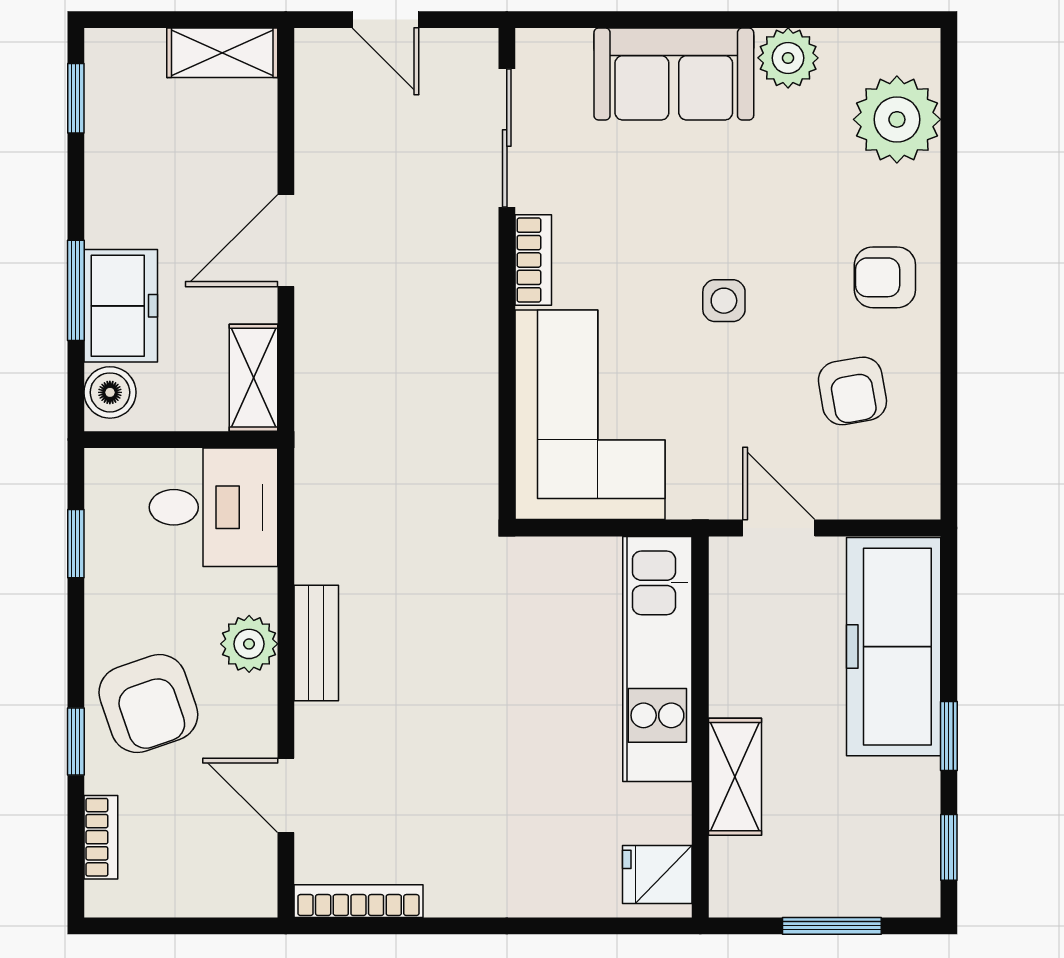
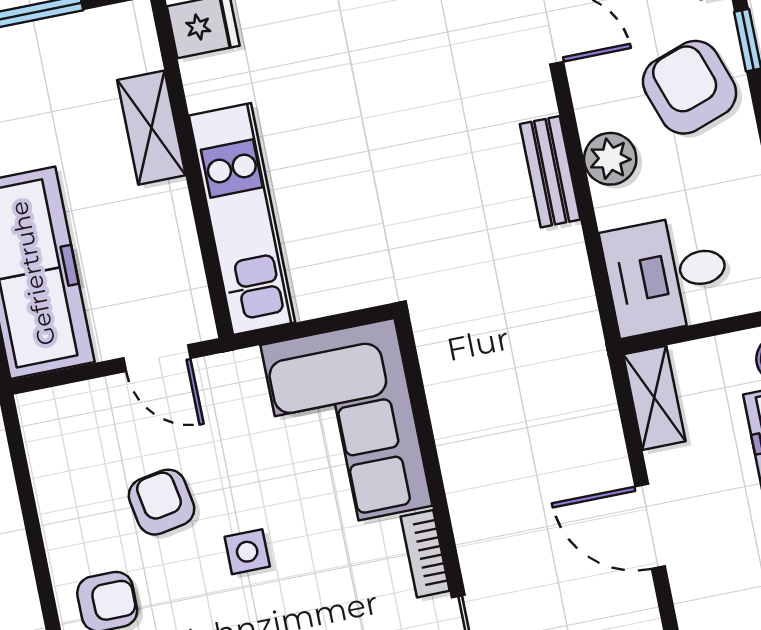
door: (286, 241) -> (650, 526), swing flipped
armchair: (852, 391) -> (162, 502), moved

